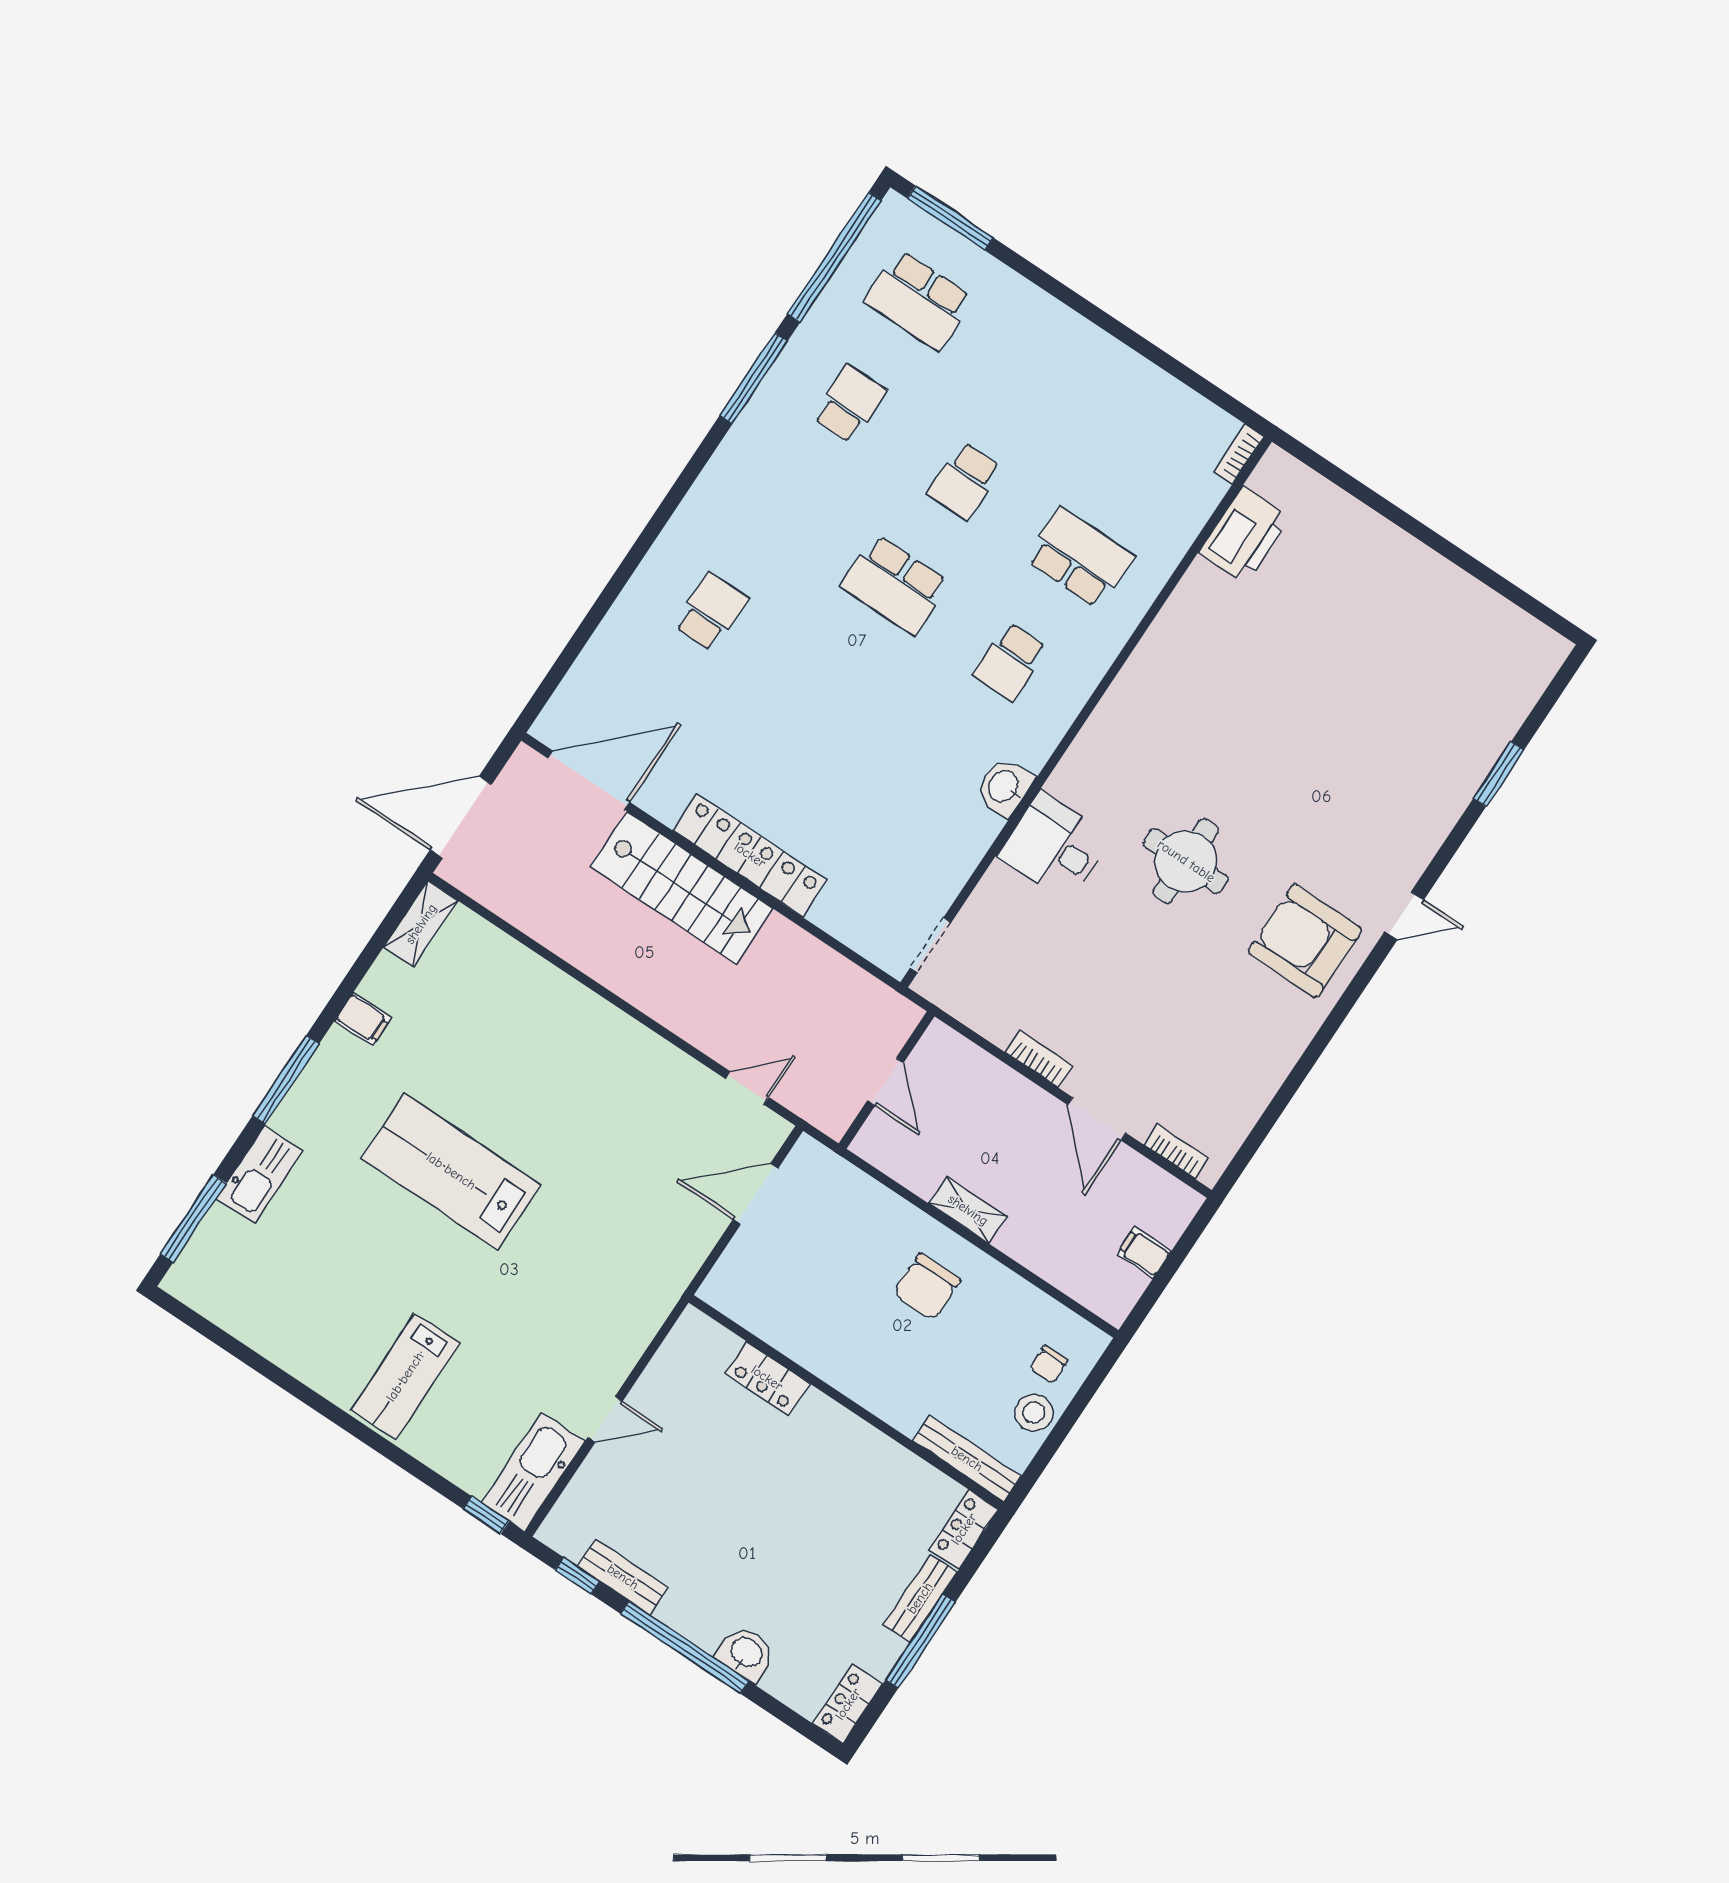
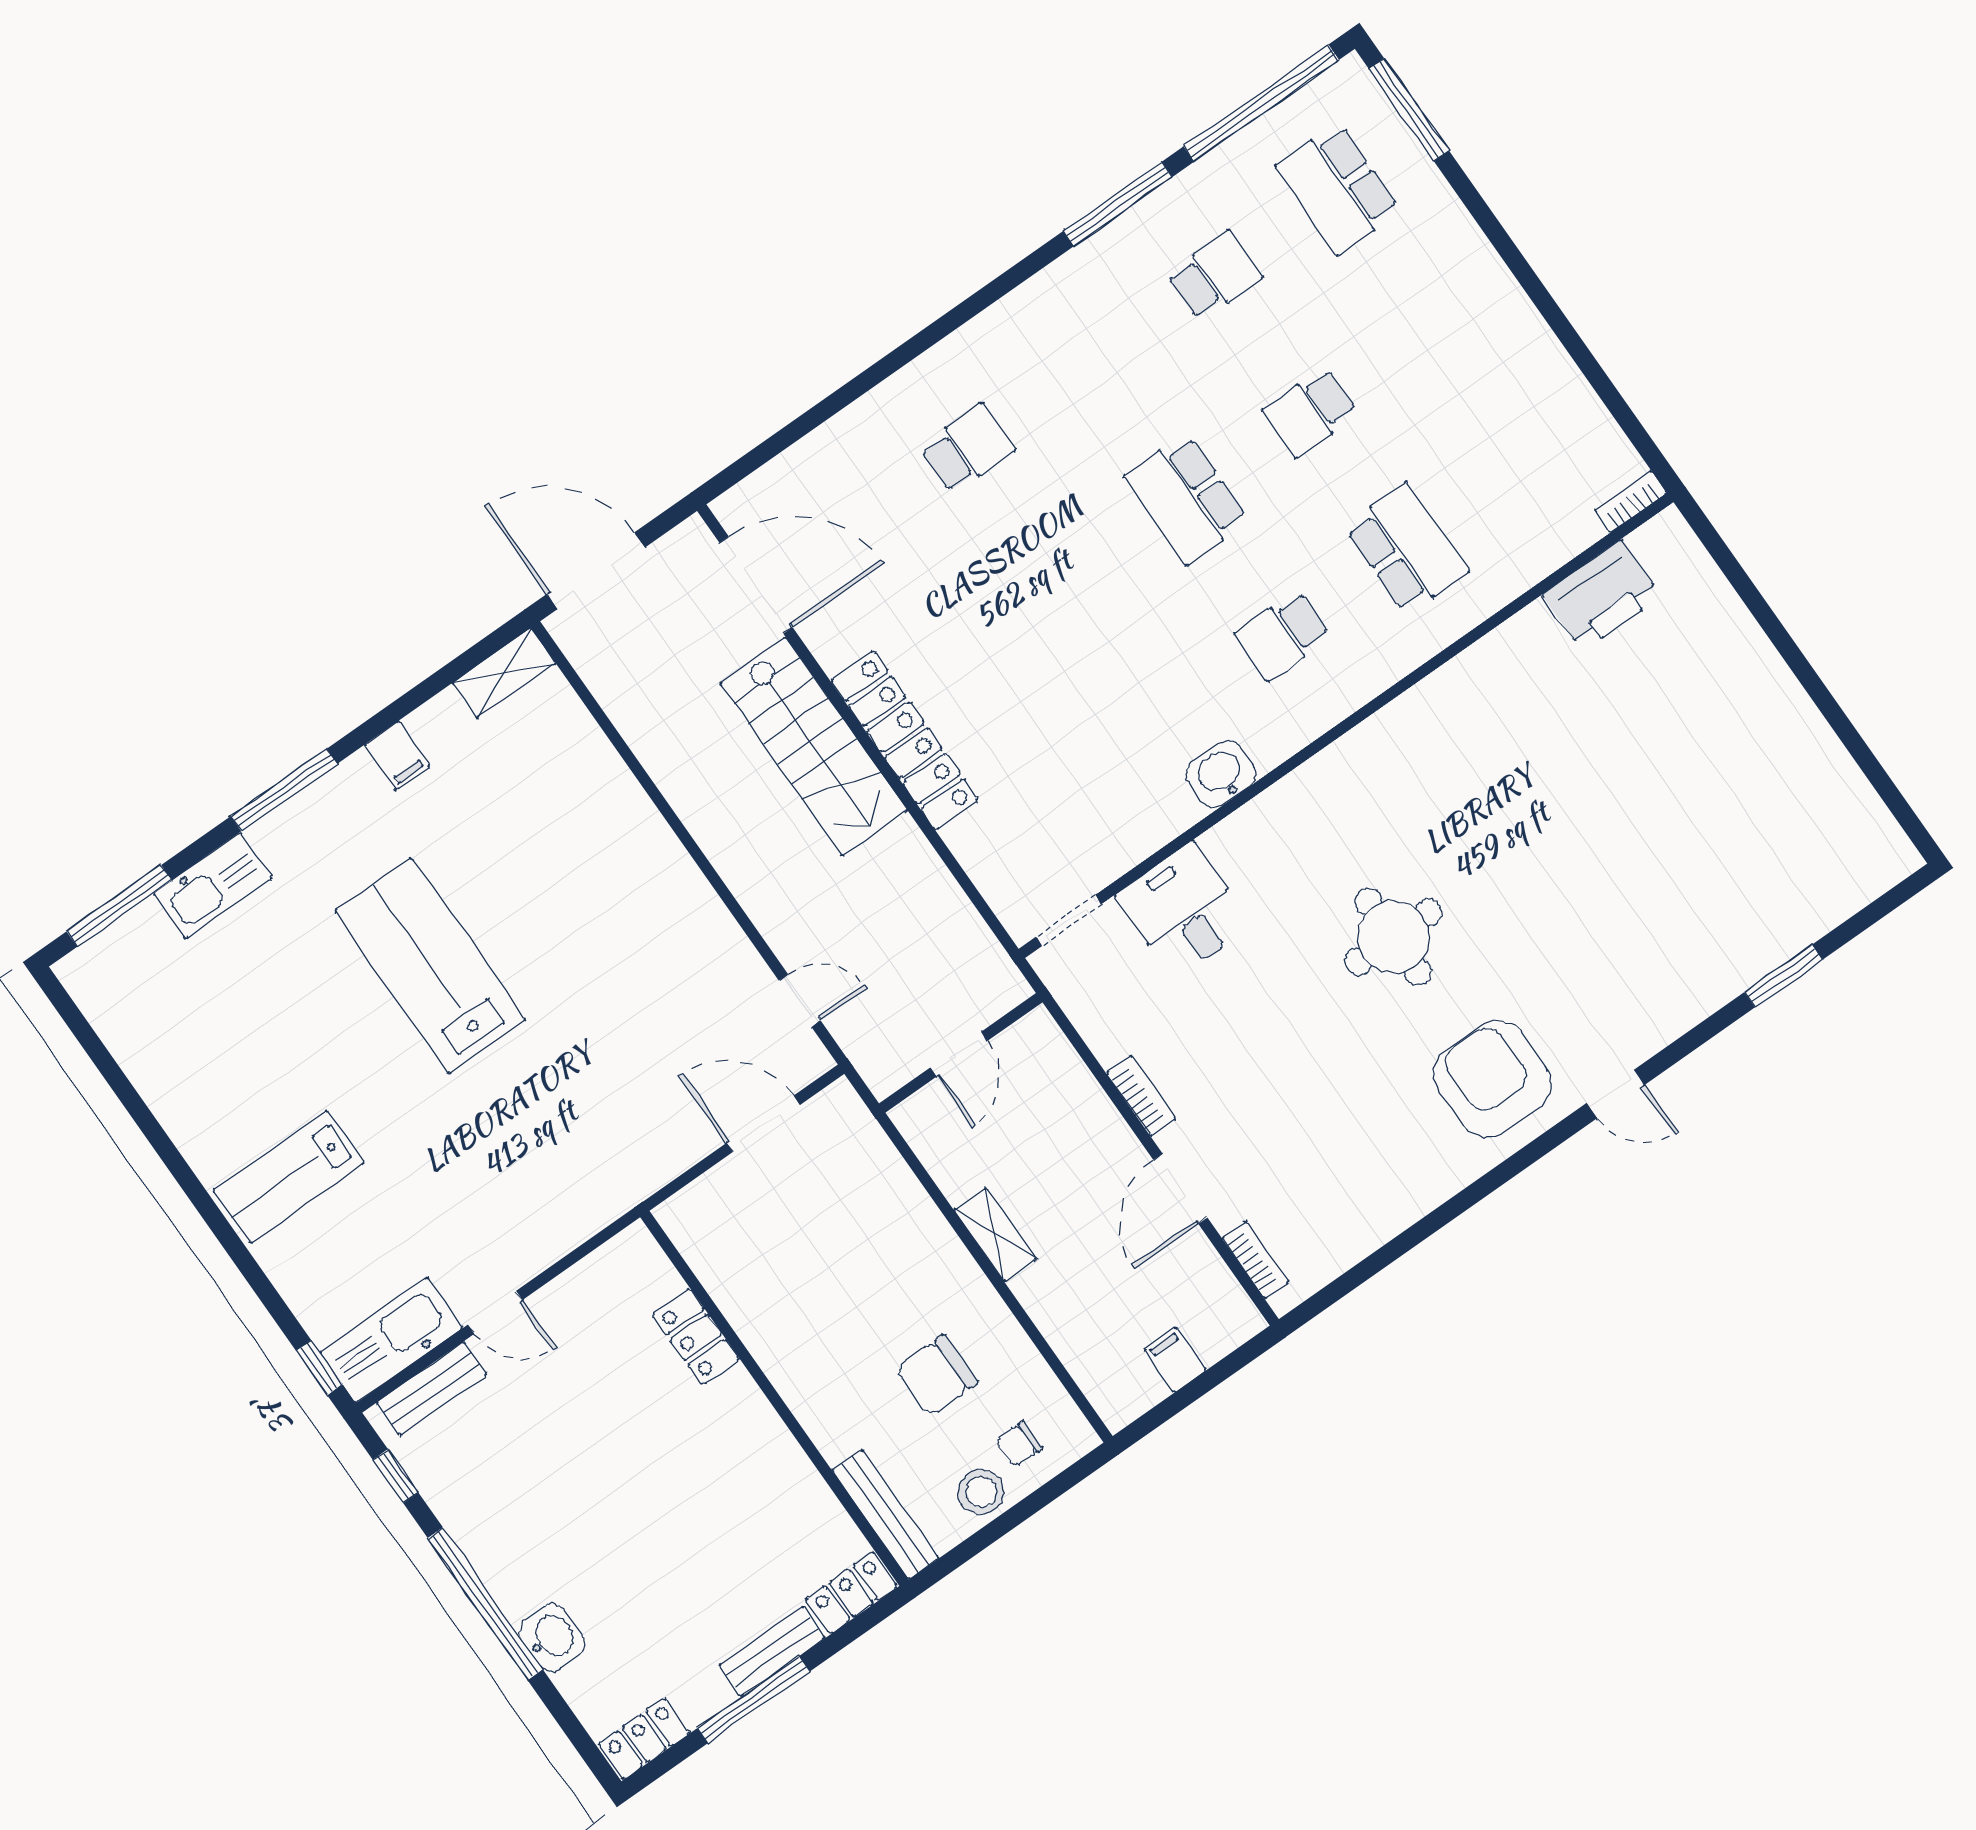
desk: (1054, 847) -> (1184, 911), moved
chair: (927, 1287) -> (937, 1375), moved
bench: (623, 1577) -> (431, 1389), moved, turned 90

